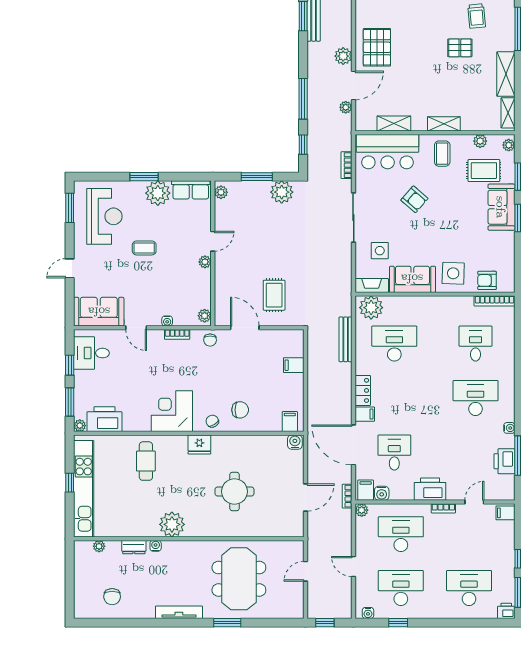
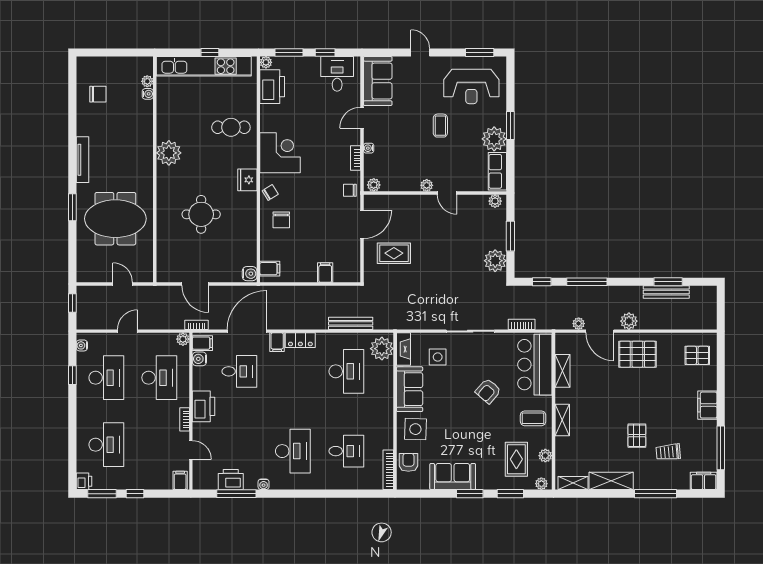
sofa: (501, 207) -> (453, 477), moved
water cooler: (156, 546) -> (148, 94), moved
dresser: (134, 547) -> (147, 115), removed
chair: (112, 597) -> (98, 94), turned 180

